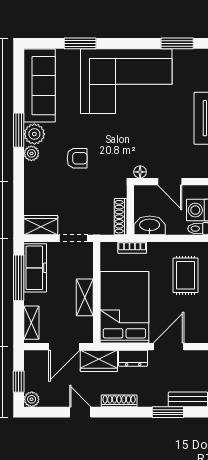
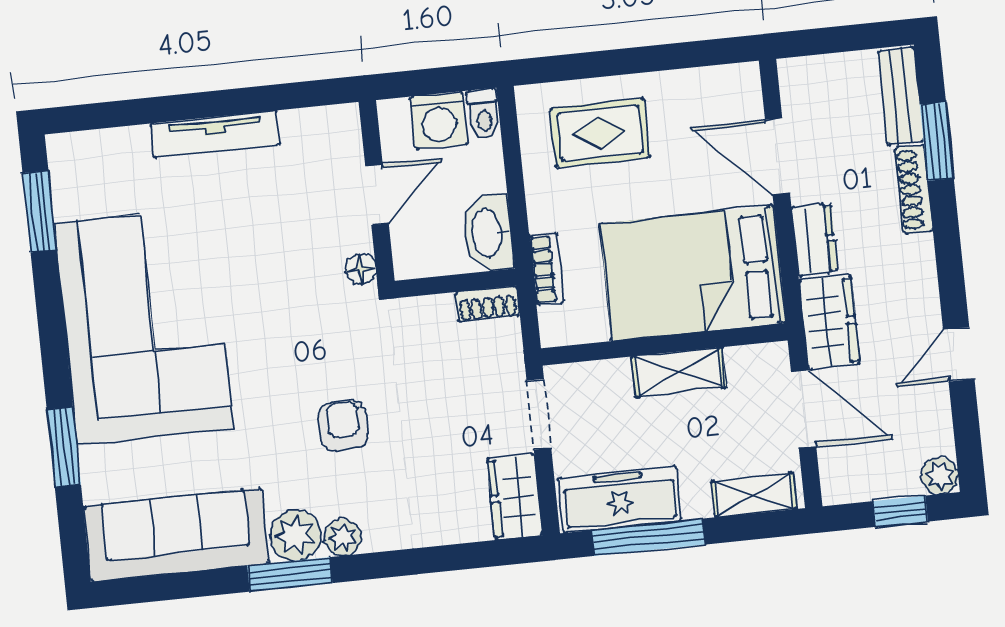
shoe rack: (121, 217) -> (487, 304), width x0.70
shoe rack: (119, 401) -> (914, 189), moved

